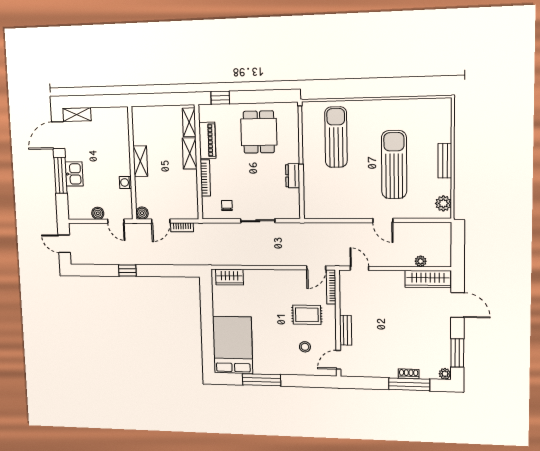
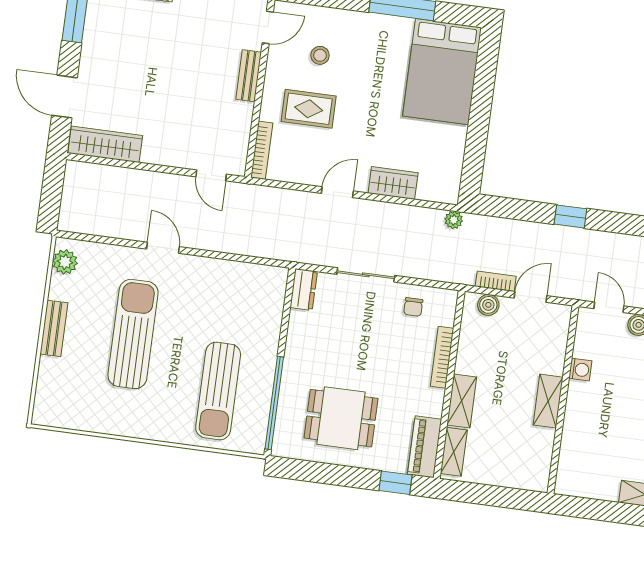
dining table: (259, 132) -> (341, 418), turned 90
piano: (207, 140) -> (425, 447), moved
sun lounger: (394, 165) -> (133, 334), turned 180
dresser: (293, 176) -> (304, 290), moved
boiler: (142, 213) -> (488, 305), moved
plant: (421, 261) -> (454, 220), moved
door: (316, 268) -> (337, 192), moved
window: (127, 270) -> (570, 216), moved
wardrobe: (229, 277) -> (393, 183), moved

